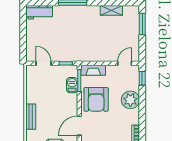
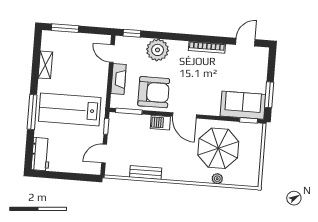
lab bench: (77, 33) -> (70, 109), added
fireplace: (93, 70) -> (119, 79), moved
barbecue: (72, 85) -> (160, 123), moved
bench: (31, 117) -> (146, 173), moved

